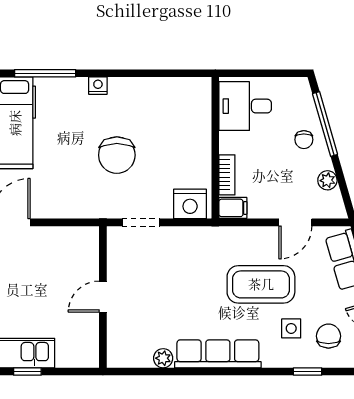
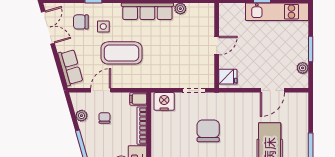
chair: (304, 140) -> (104, 118), moved
bookcase: (227, 175) -> (142, 126), width x1.56
fridge: (84, 245) -> (228, 77), added
chair: (328, 336) -> (81, 22), turned 90

